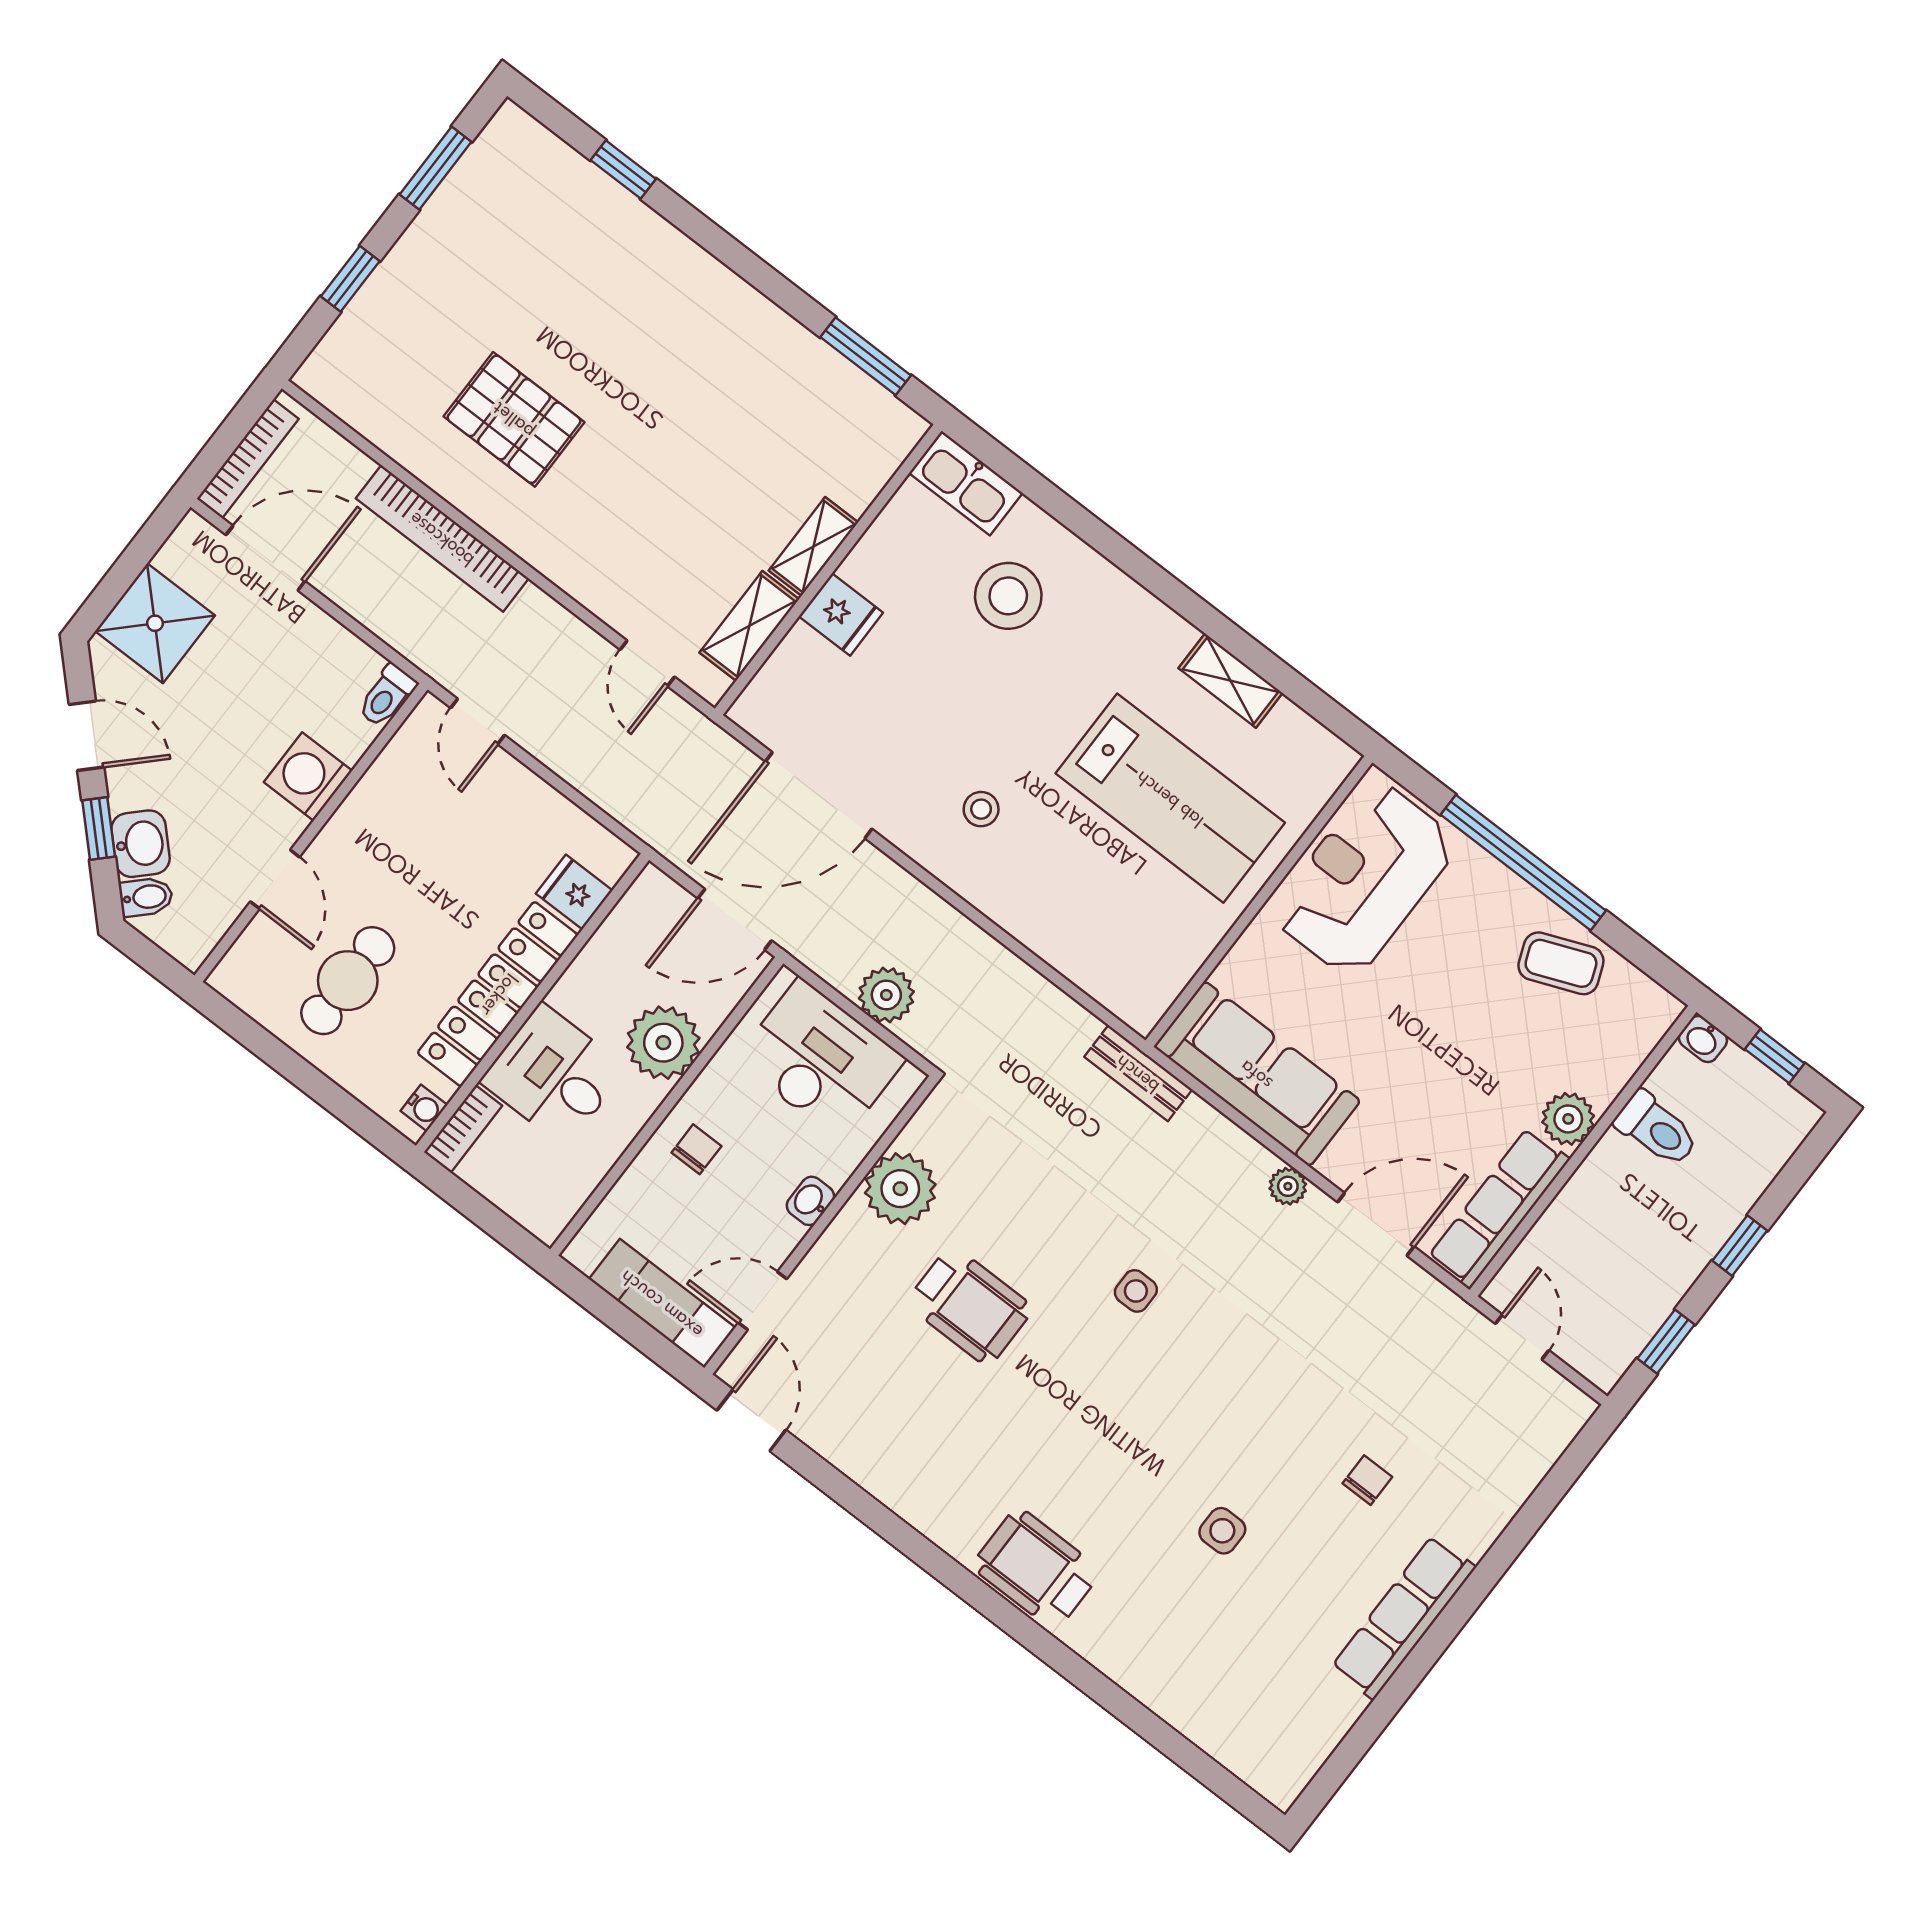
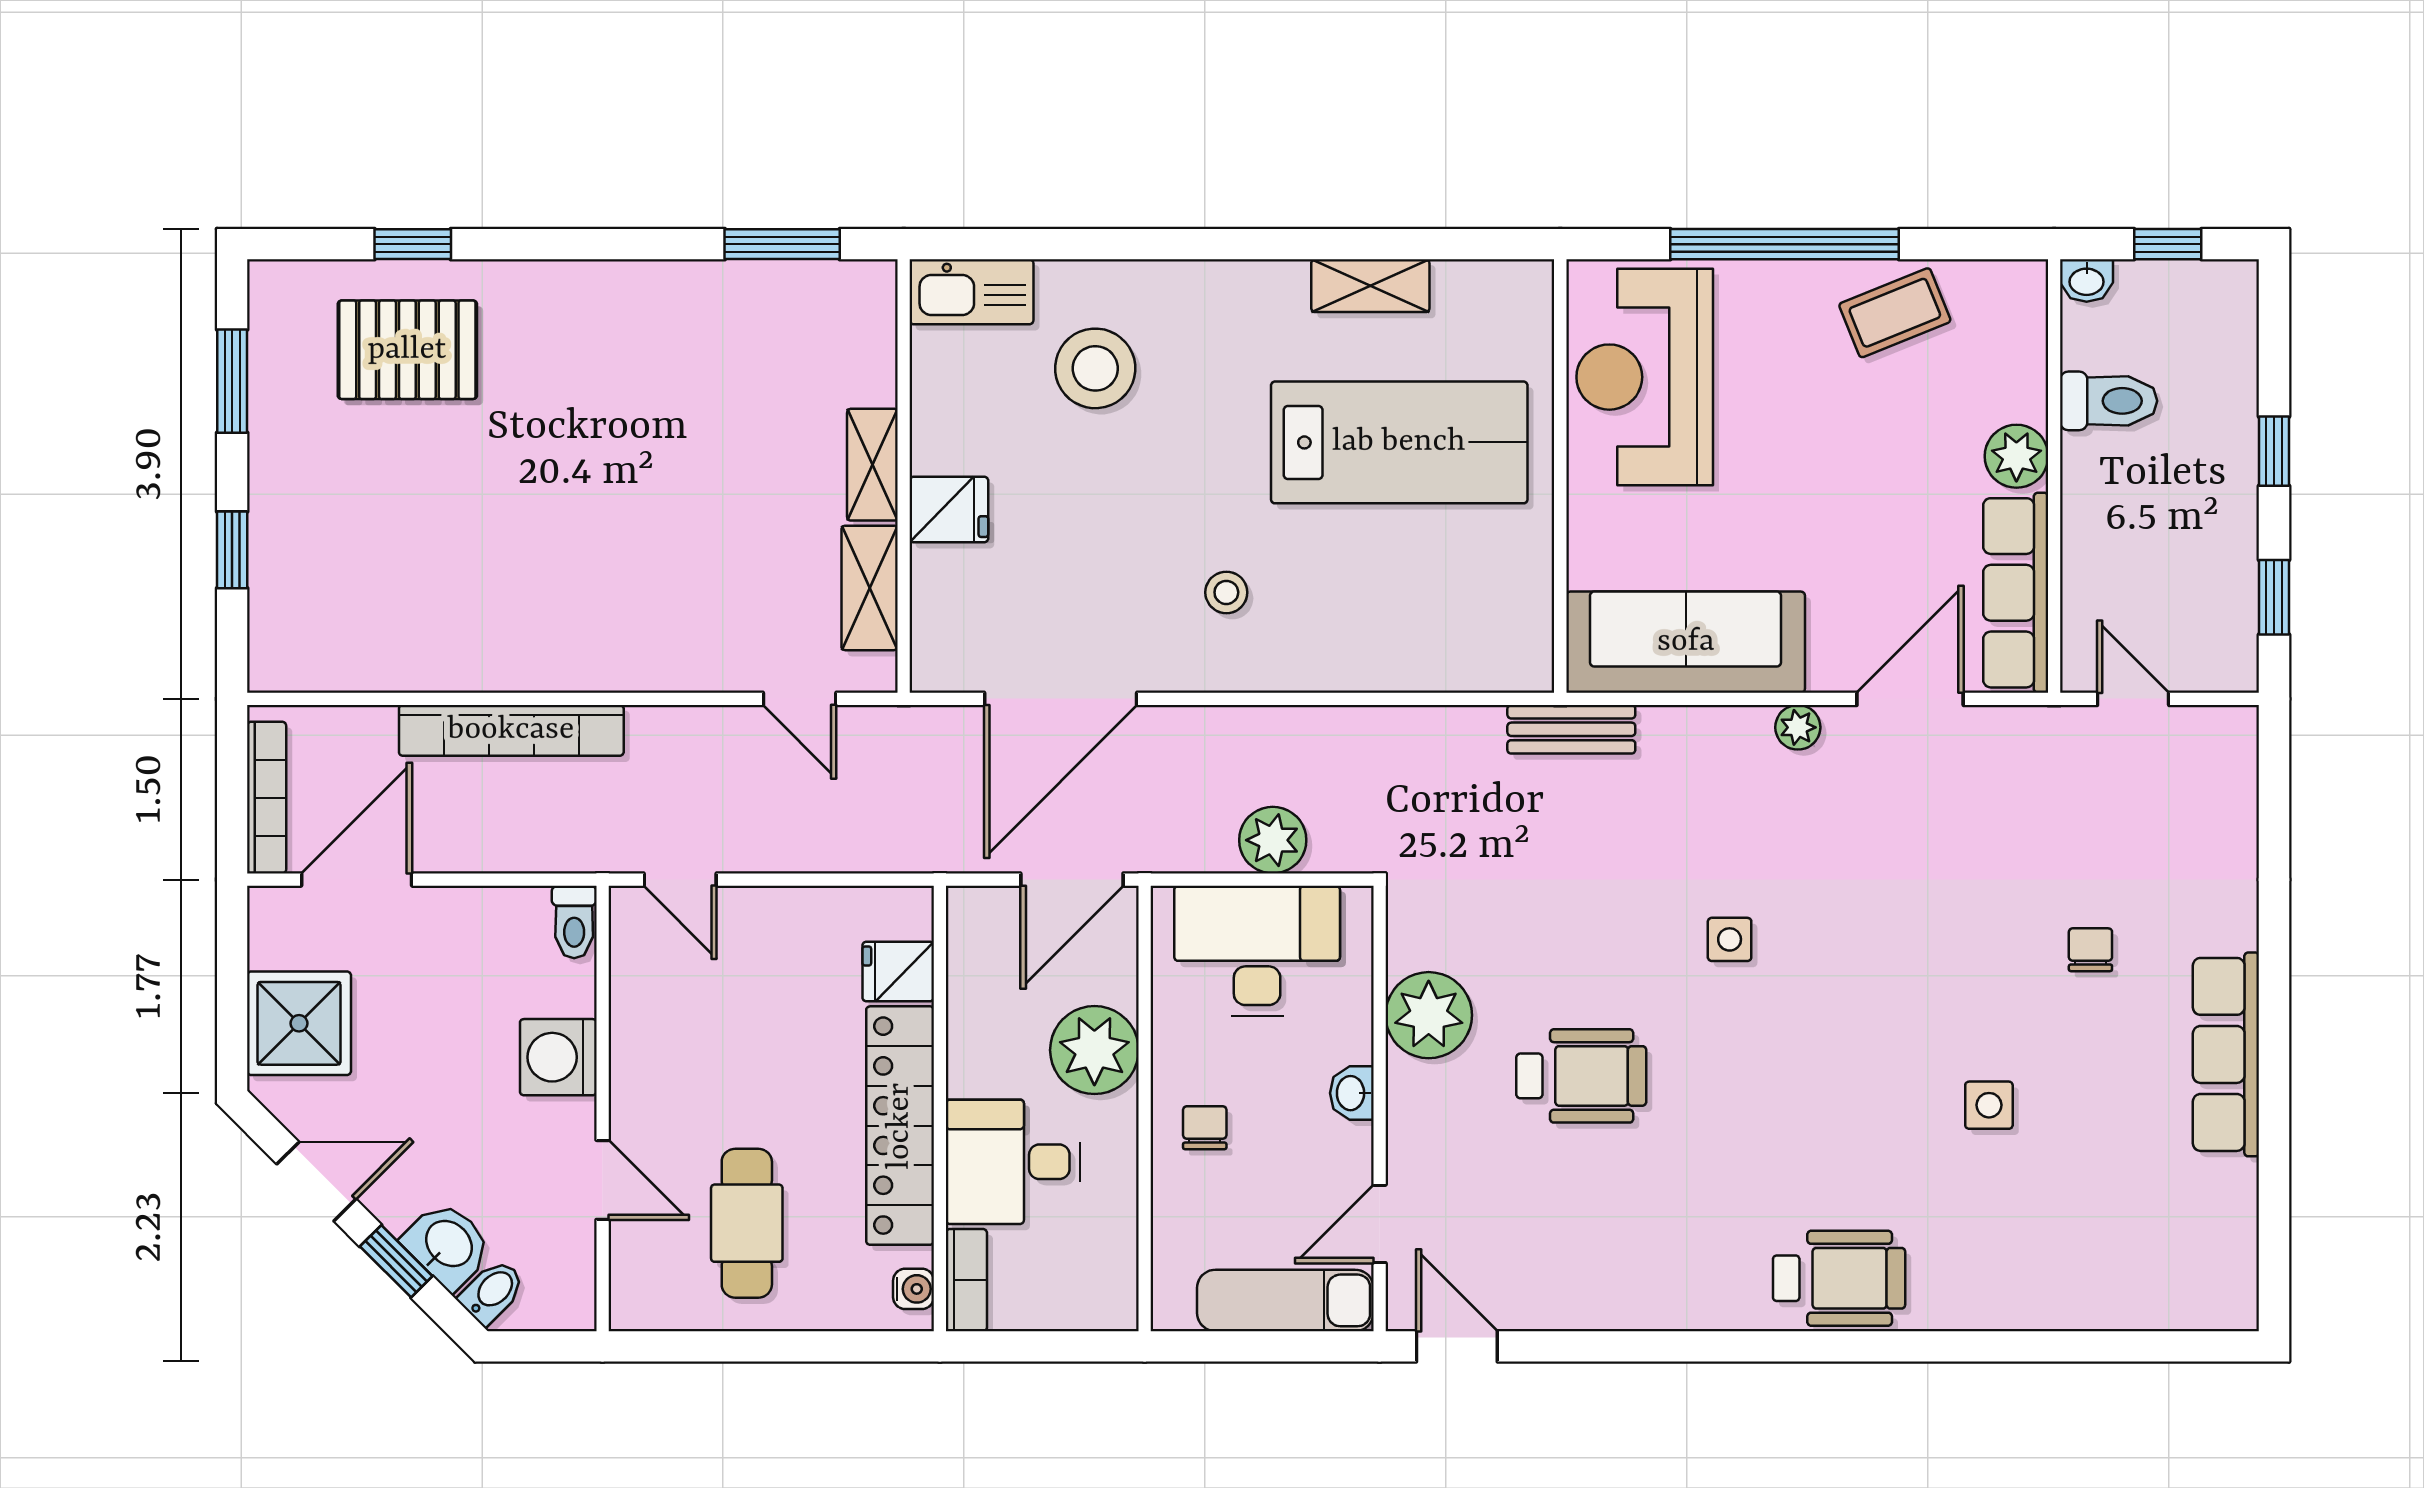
pallet: (514, 419) -> (407, 350), moved
wheelchair: (1037, 1569) -> (1839, 1278), turned 180

